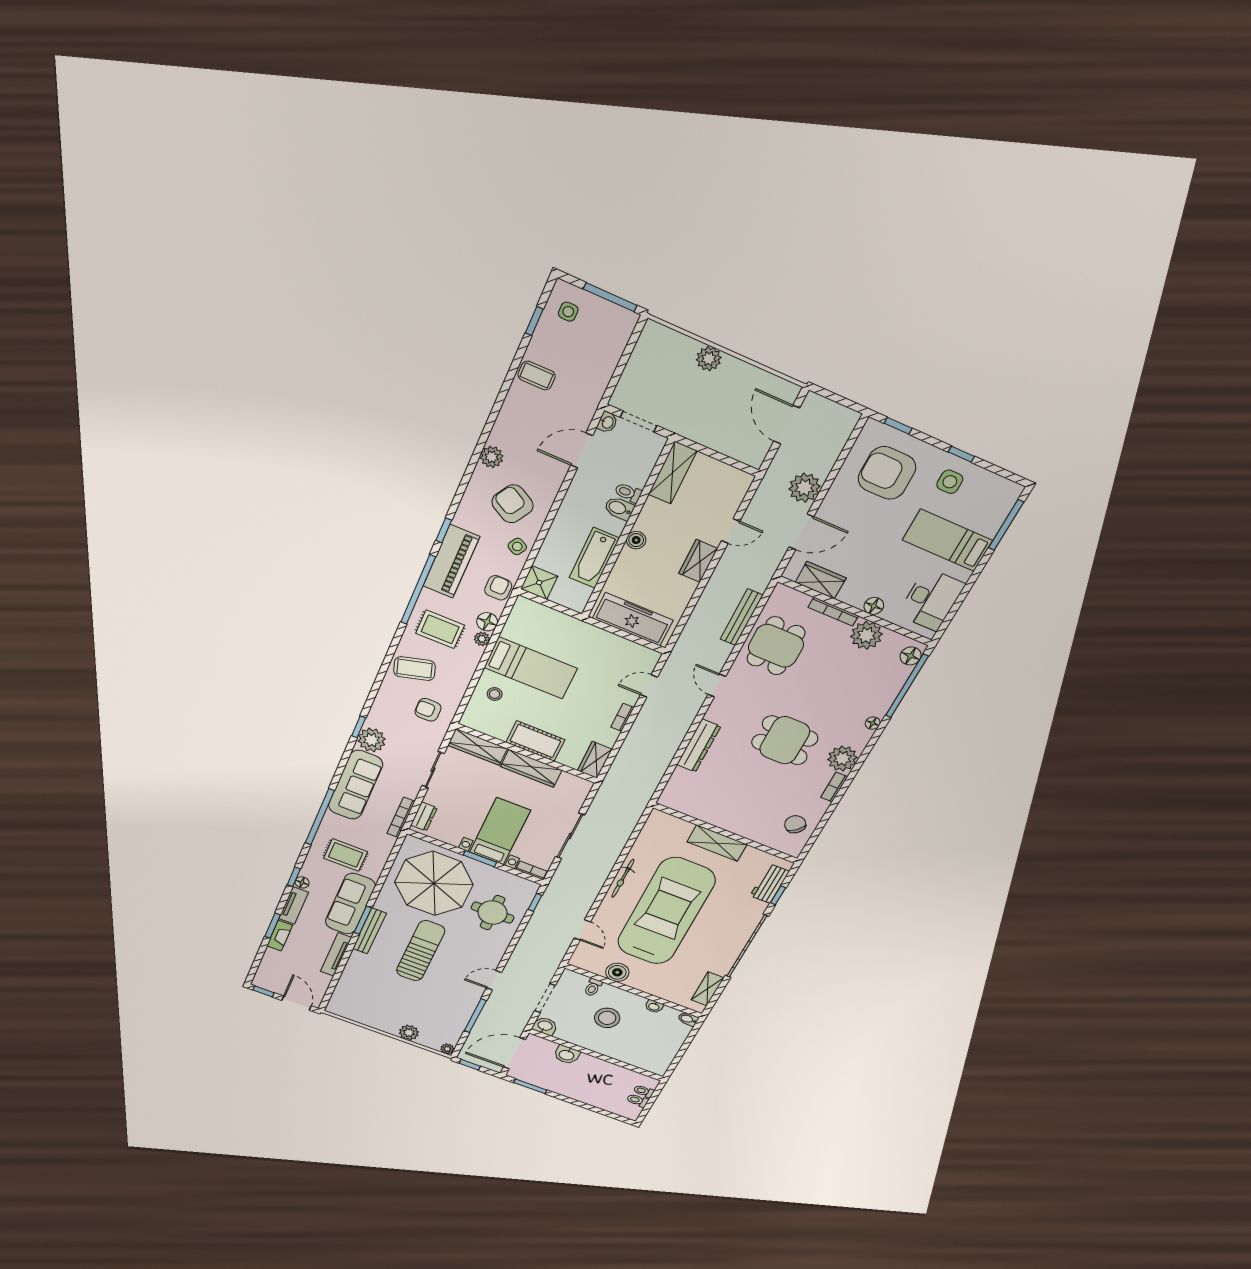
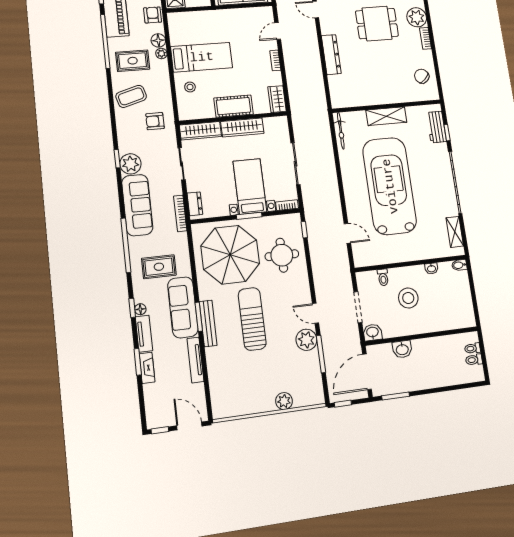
bicycle: (623, 878) -> (341, 131), moved
boiler: (617, 972) -> (391, 255), removed
door: (494, 980) -> (315, 313), hinge flipped
plant: (447, 1049) -> (306, 340), moved, width x1.88, depth x1.88

